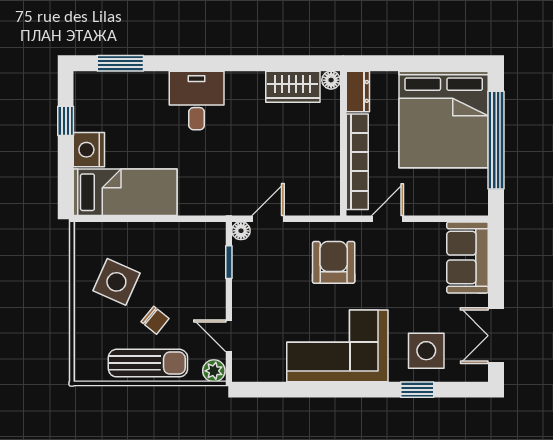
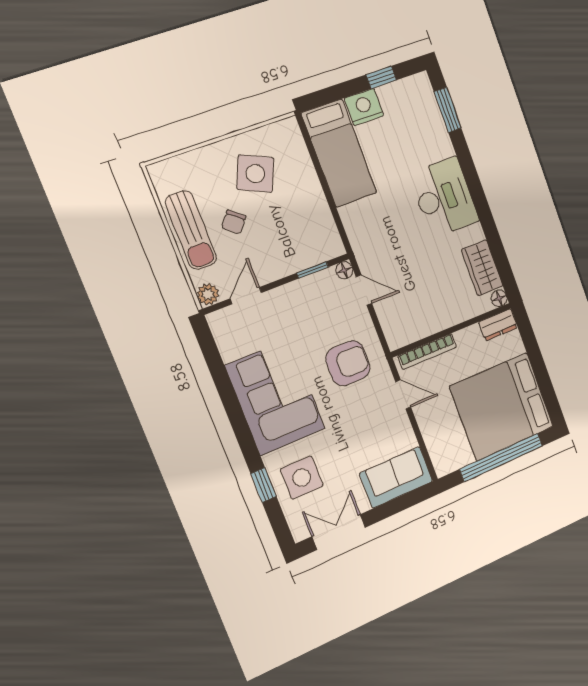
desk: (197, 100) -> (444, 197), width x1.37
bookcase: (357, 162) -> (427, 351), width x0.68, depth x0.76

